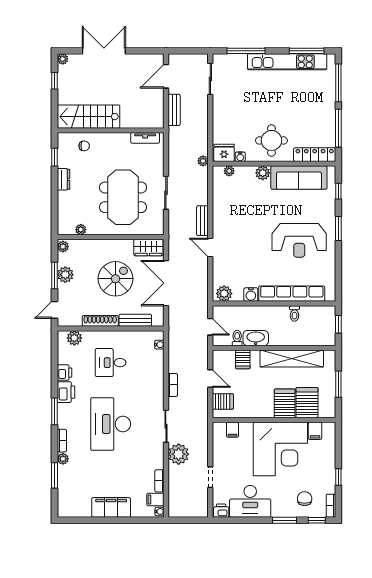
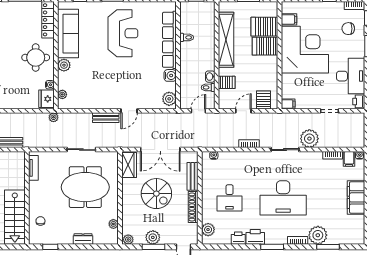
dresser: (63, 179) -> (83, 239), moved
spiral stairs: (116, 279) -> (156, 194), turned 180
washbasin: (256, 338) -> (210, 77), width x0.52, depth x0.69
filing cabinet: (232, 430) -> (288, 104), moved
plant: (63, 459) -> (318, 235), width x1.87, depth x1.87

